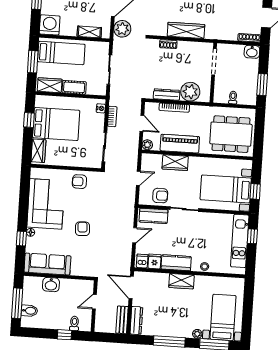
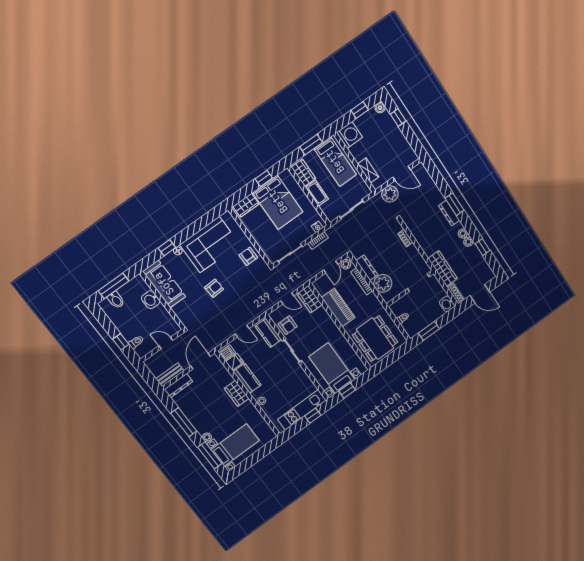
wardrobe: (186, 30) -> (443, 268), moved
plant: (147, 145) -> (346, 264), moved
wardrobe: (175, 163) -> (310, 299), moved

